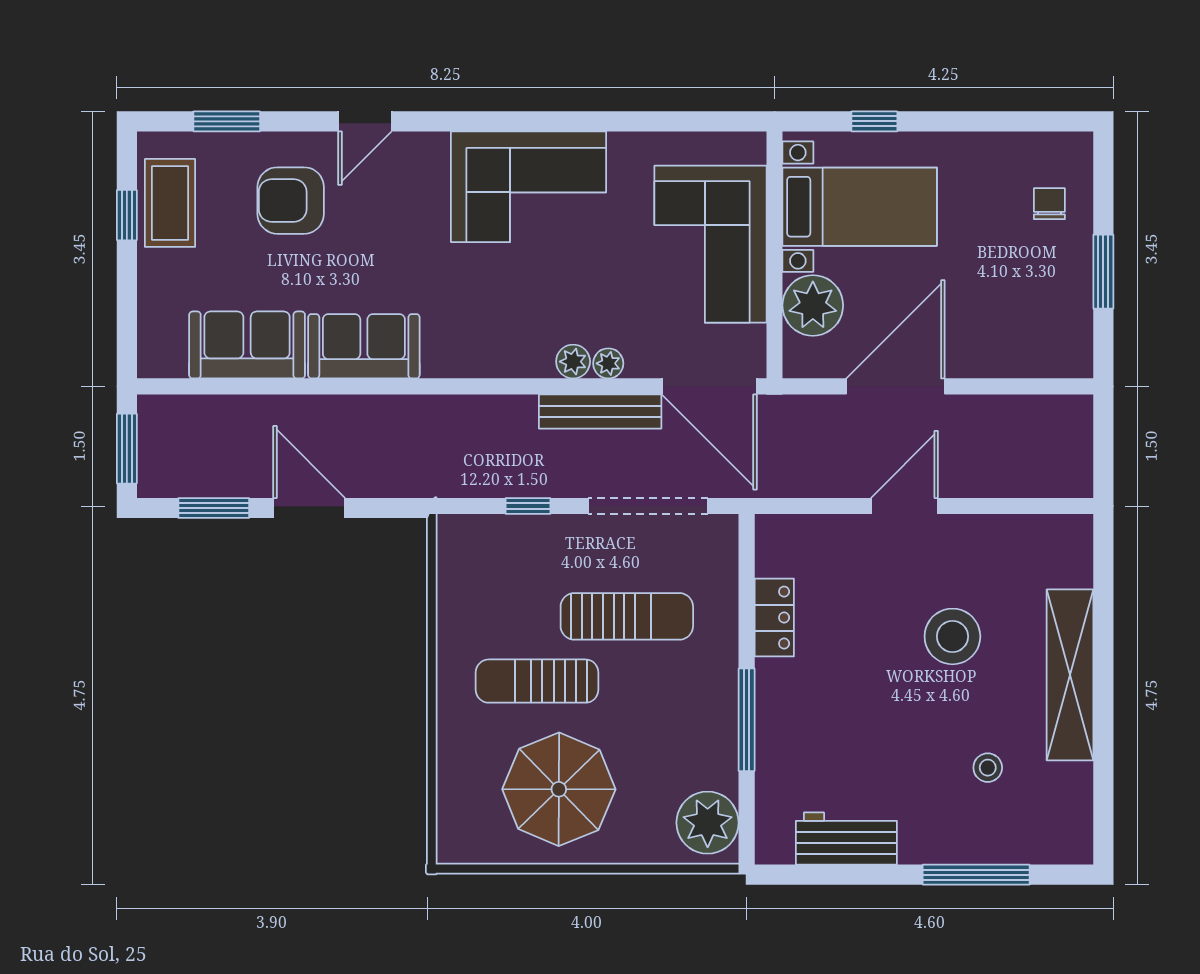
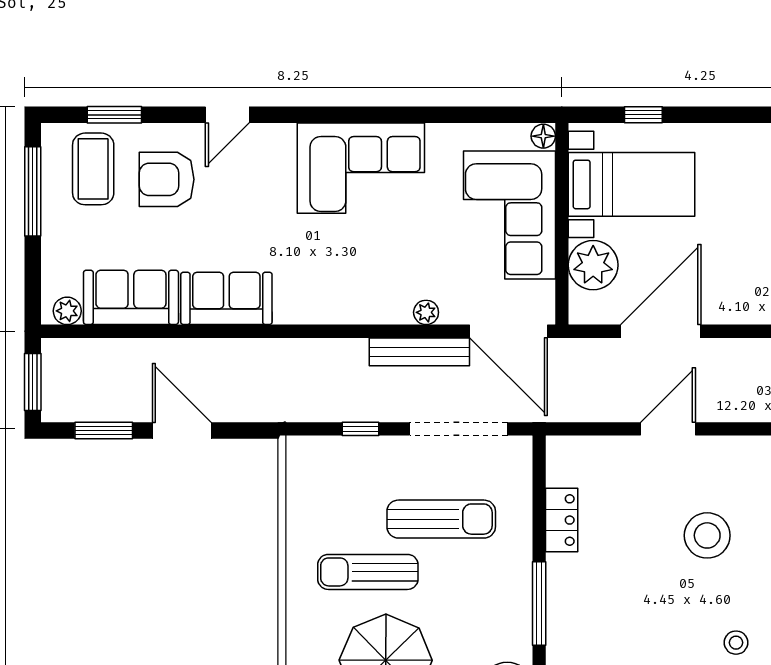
floor lamp: (752, 148) -> (543, 136), added
coffee table: (170, 203) -> (93, 169), moved
window: (127, 215) -> (33, 191), width x2.17
plant: (573, 362) -> (67, 311), moved

